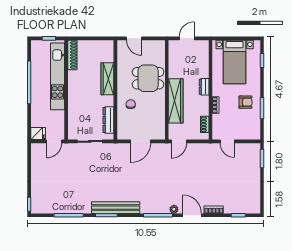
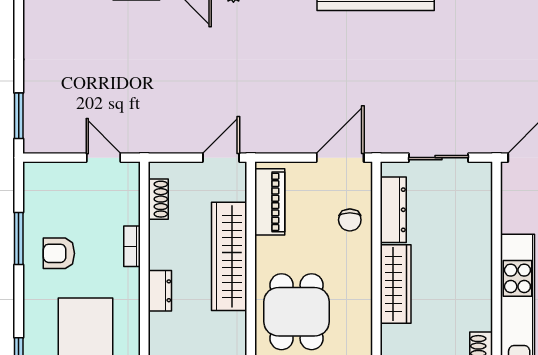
dining table: (148, 78) -> (297, 312), turned 90
wardrobe: (107, 79) -> (396, 284), moved
chair: (131, 104) -> (350, 220), moved
piano: (159, 123) -> (270, 202), added
door: (141, 141) -> (340, 158), moved

